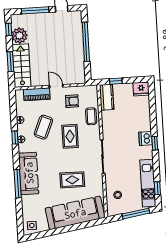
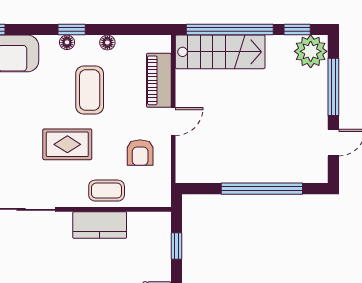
plant: (19, 36) -> (311, 51), moved
window: (10, 62) -> (230, 30), width x2.11
kitchen counter: (107, 97) -> (100, 225), moved
coffee table: (43, 127) -> (90, 90), turned 67

